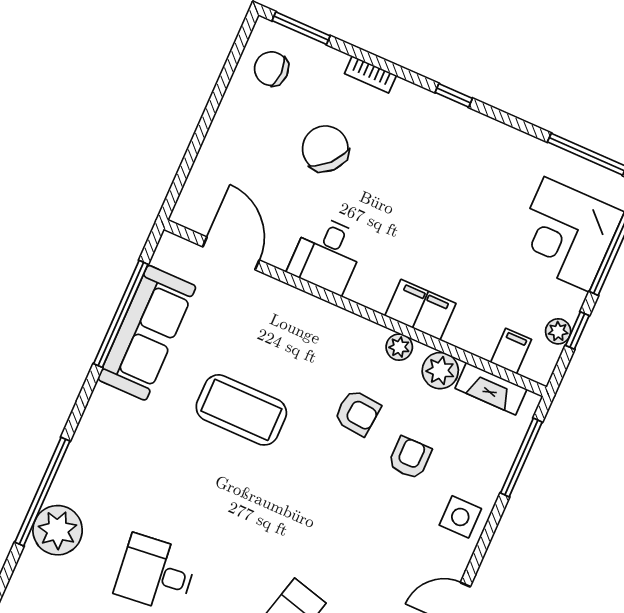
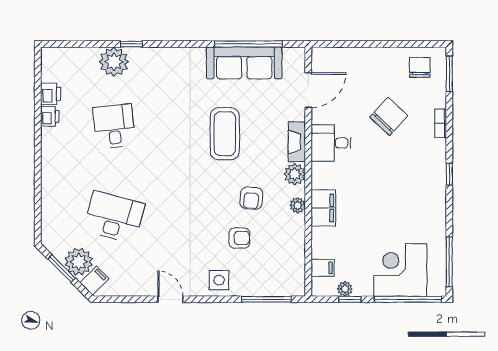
plant: (440, 371) -> (295, 174), moved
fireplace: (491, 389) -> (297, 142), moved
window: (42, 492) -> (131, 44), width x0.32

